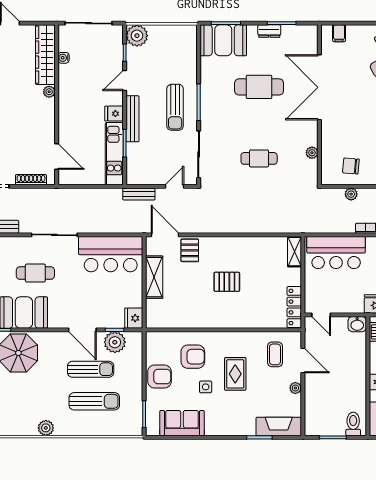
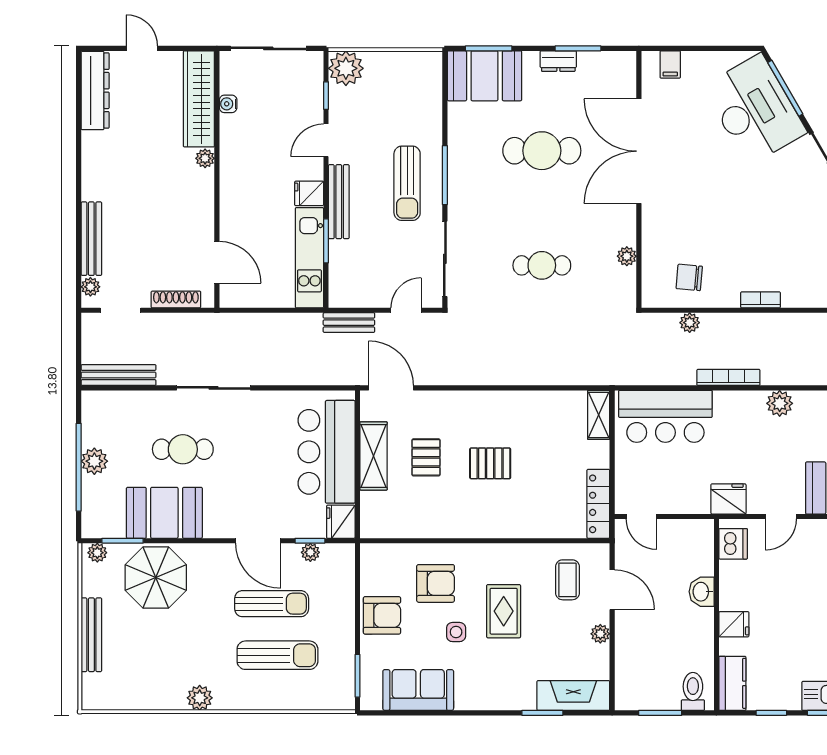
pallet: (190, 250) -> (426, 457), moved
bar counter: (111, 254) -> (327, 452), moved, turned 90
washbasin: (357, 324) -> (702, 592), moved, turned 90
plant: (115, 342) -> (310, 552), width x0.53, depth x0.53

